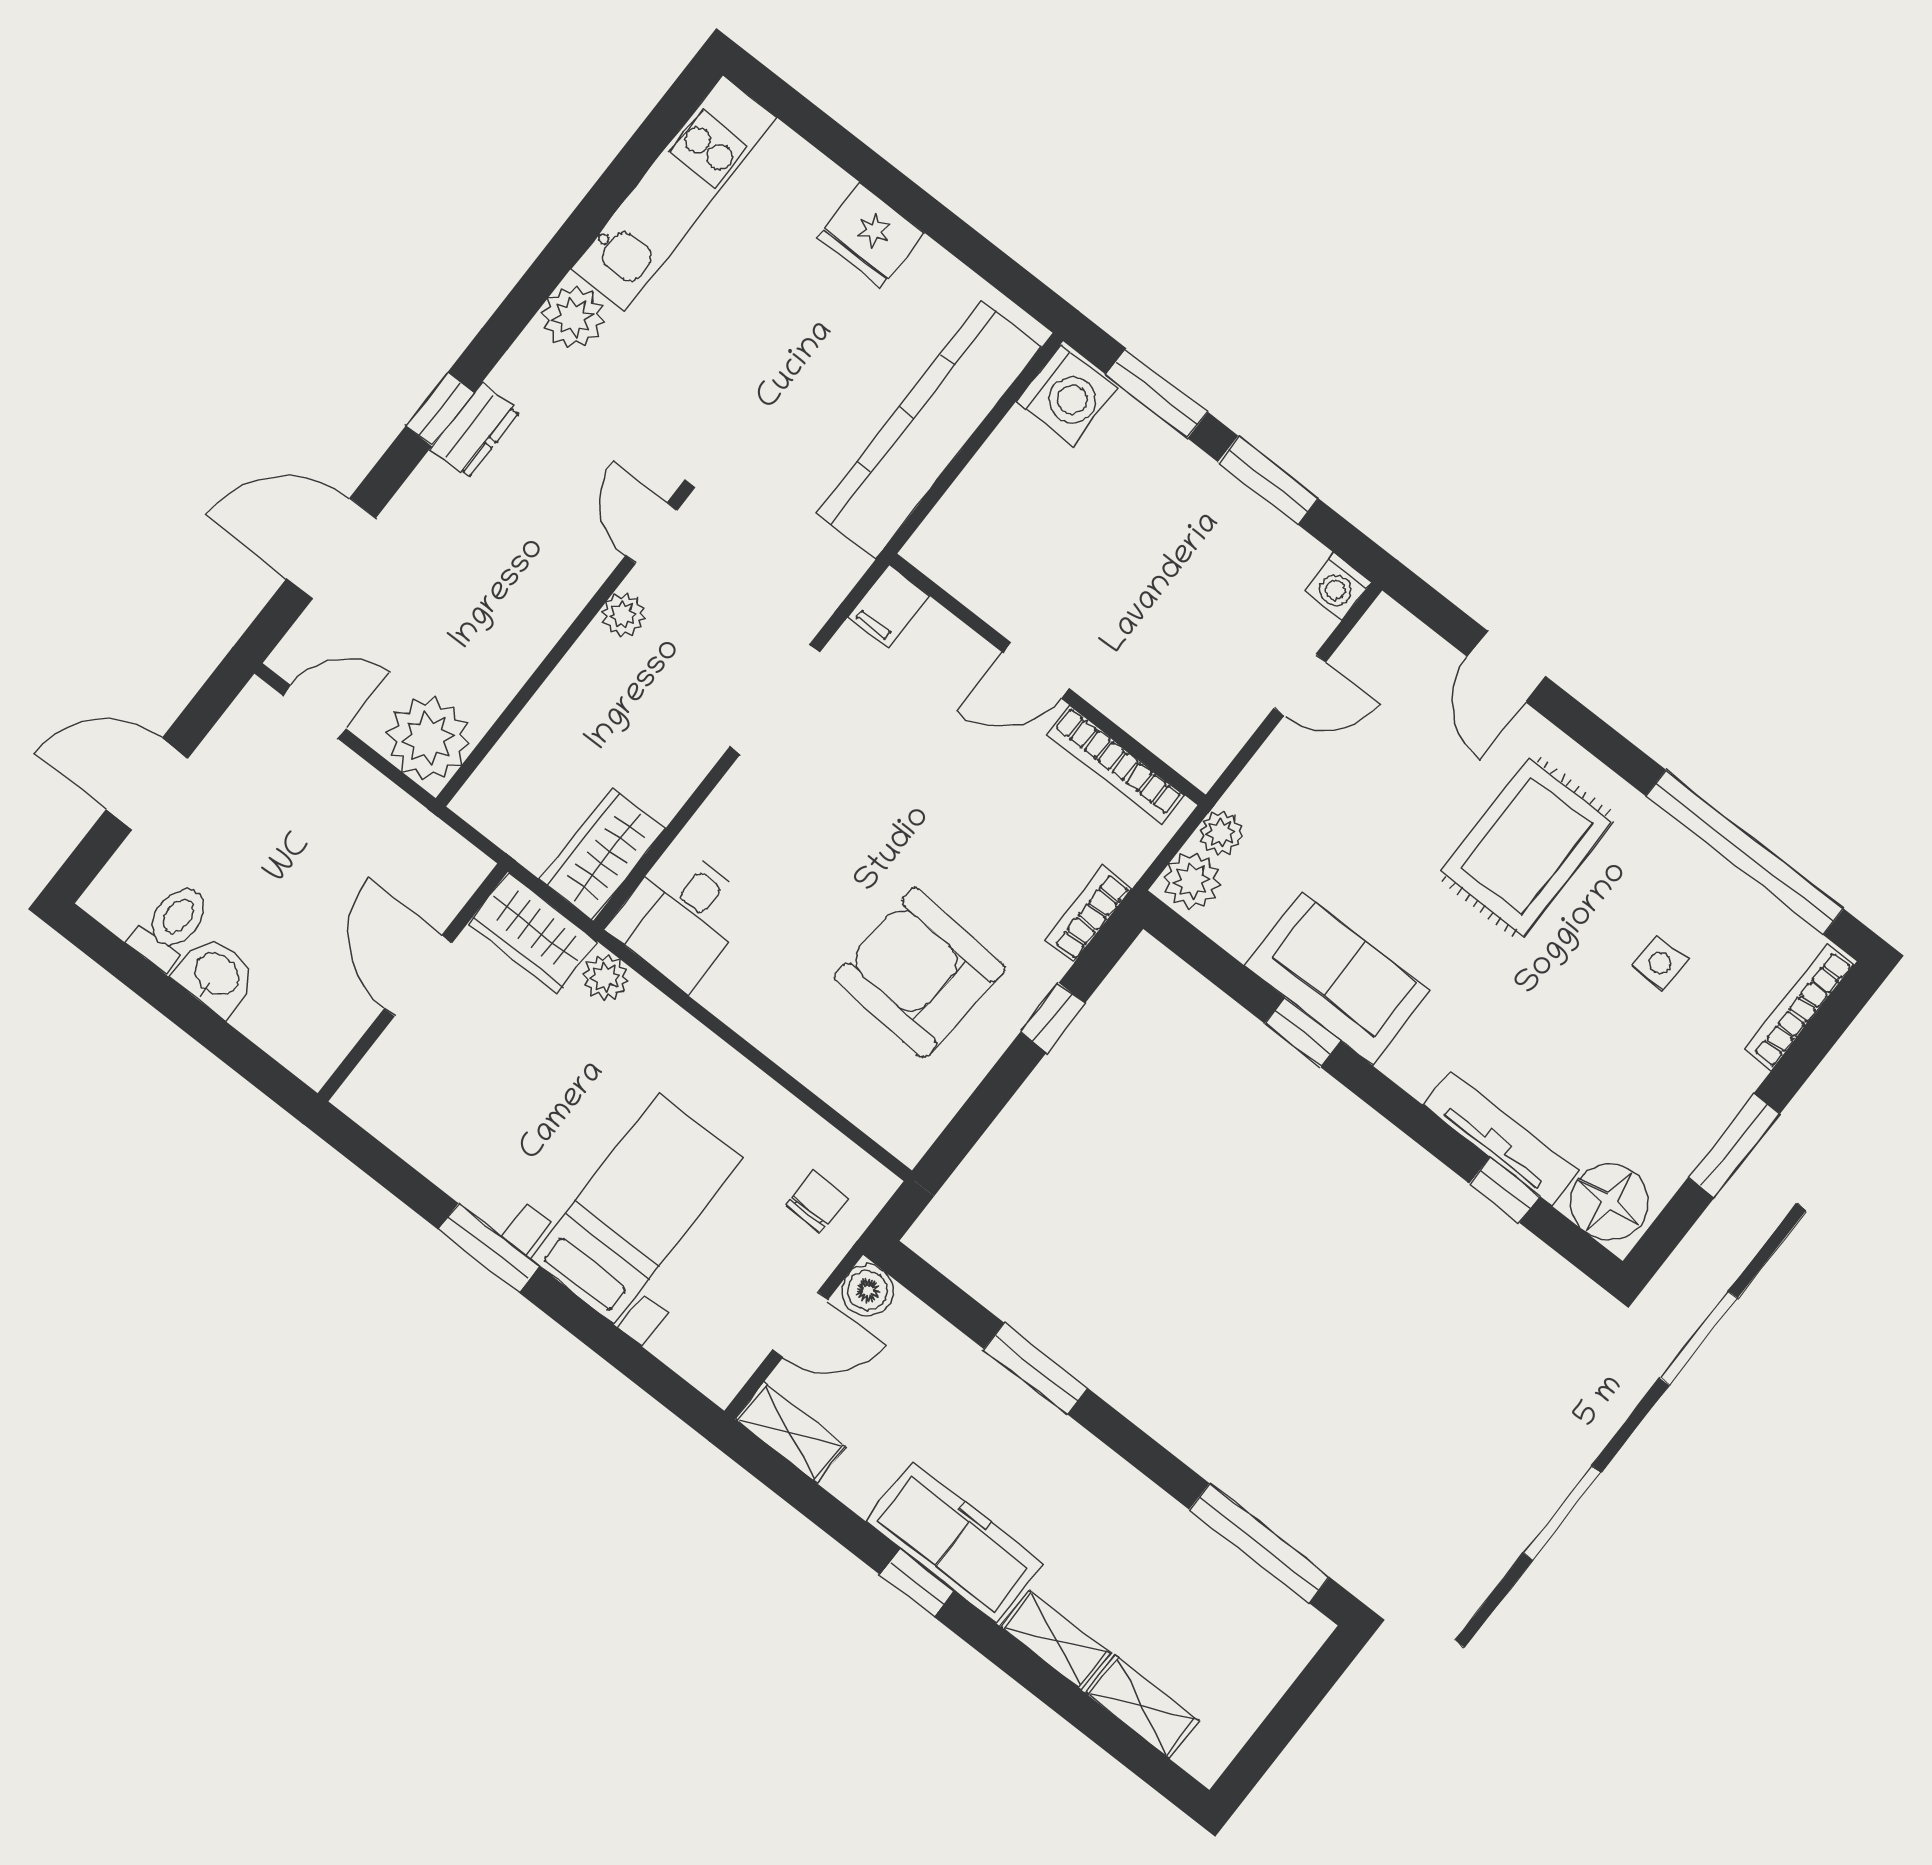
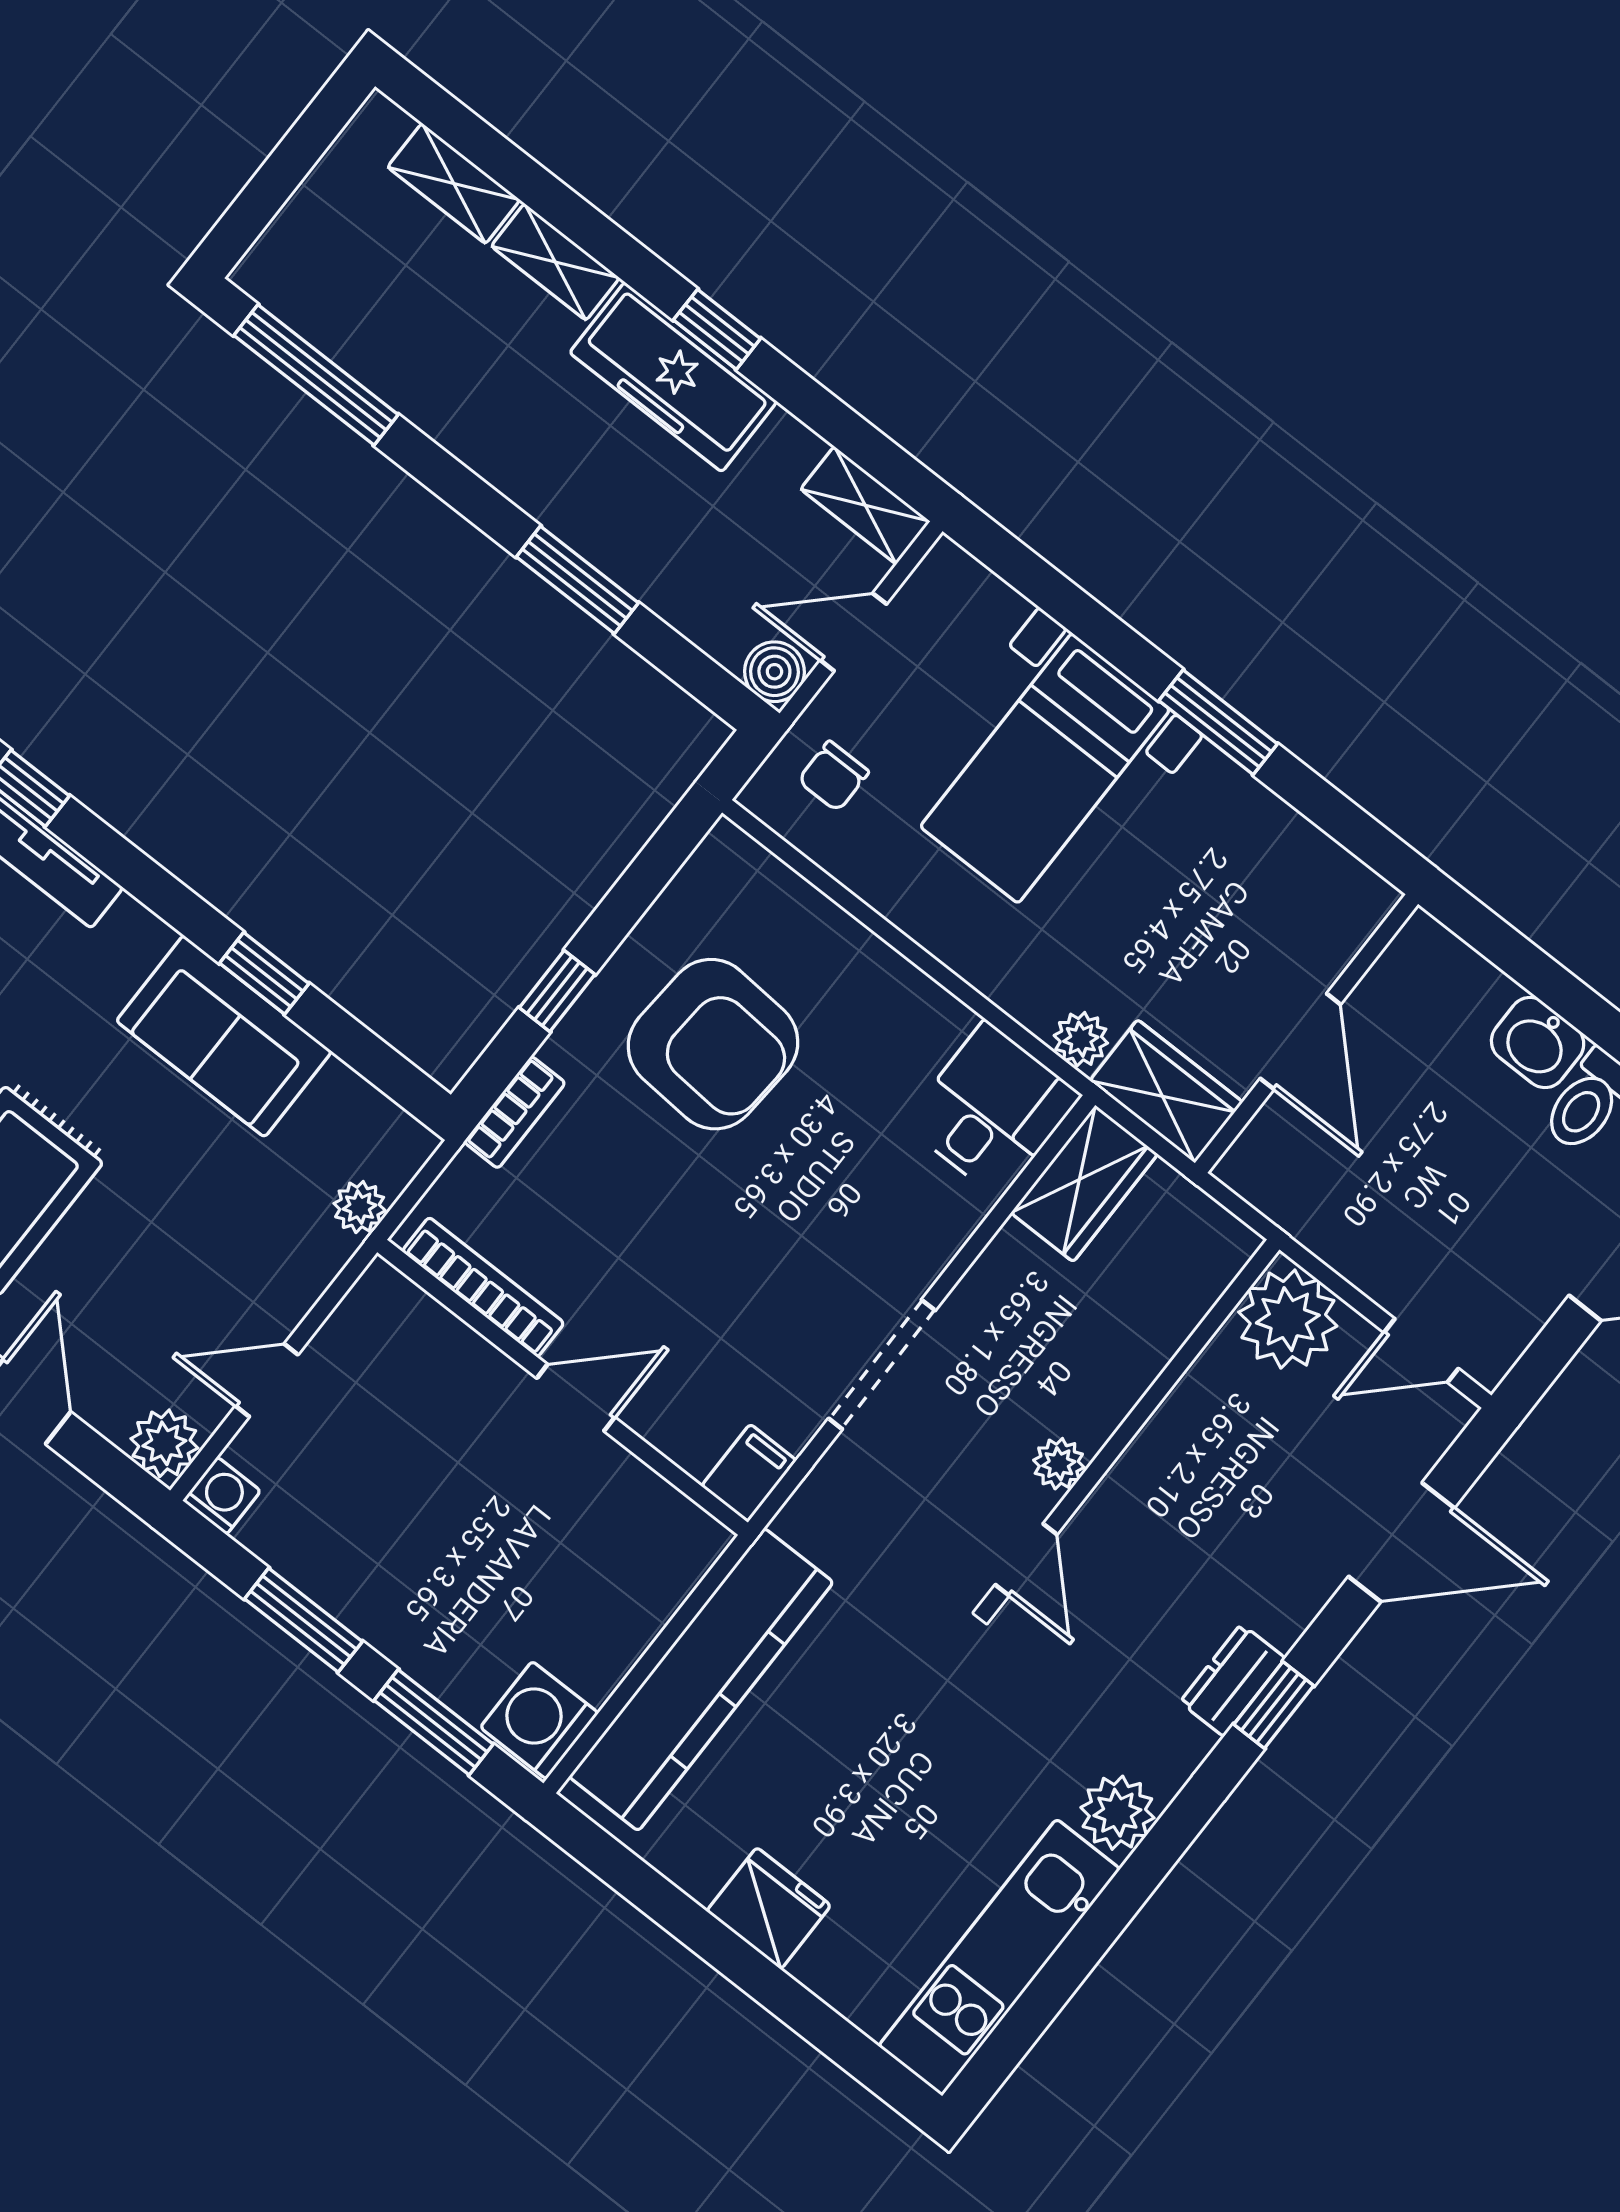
plant: (1192, 881) -> (164, 1443), moved

